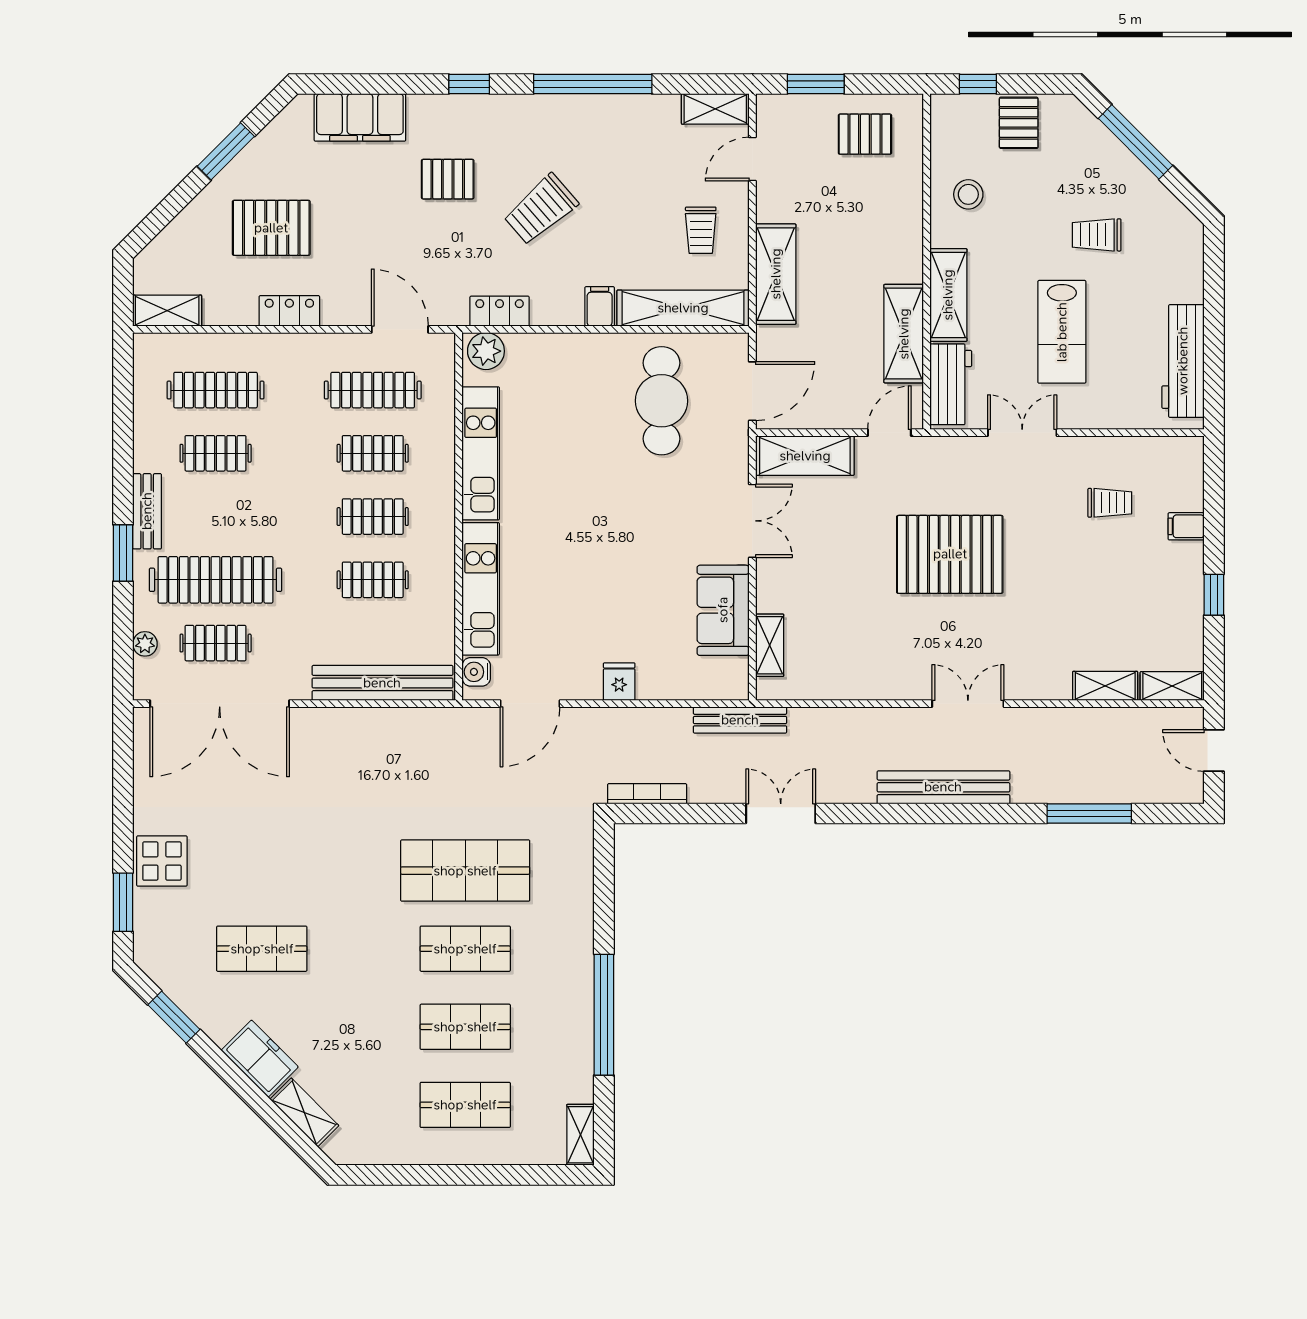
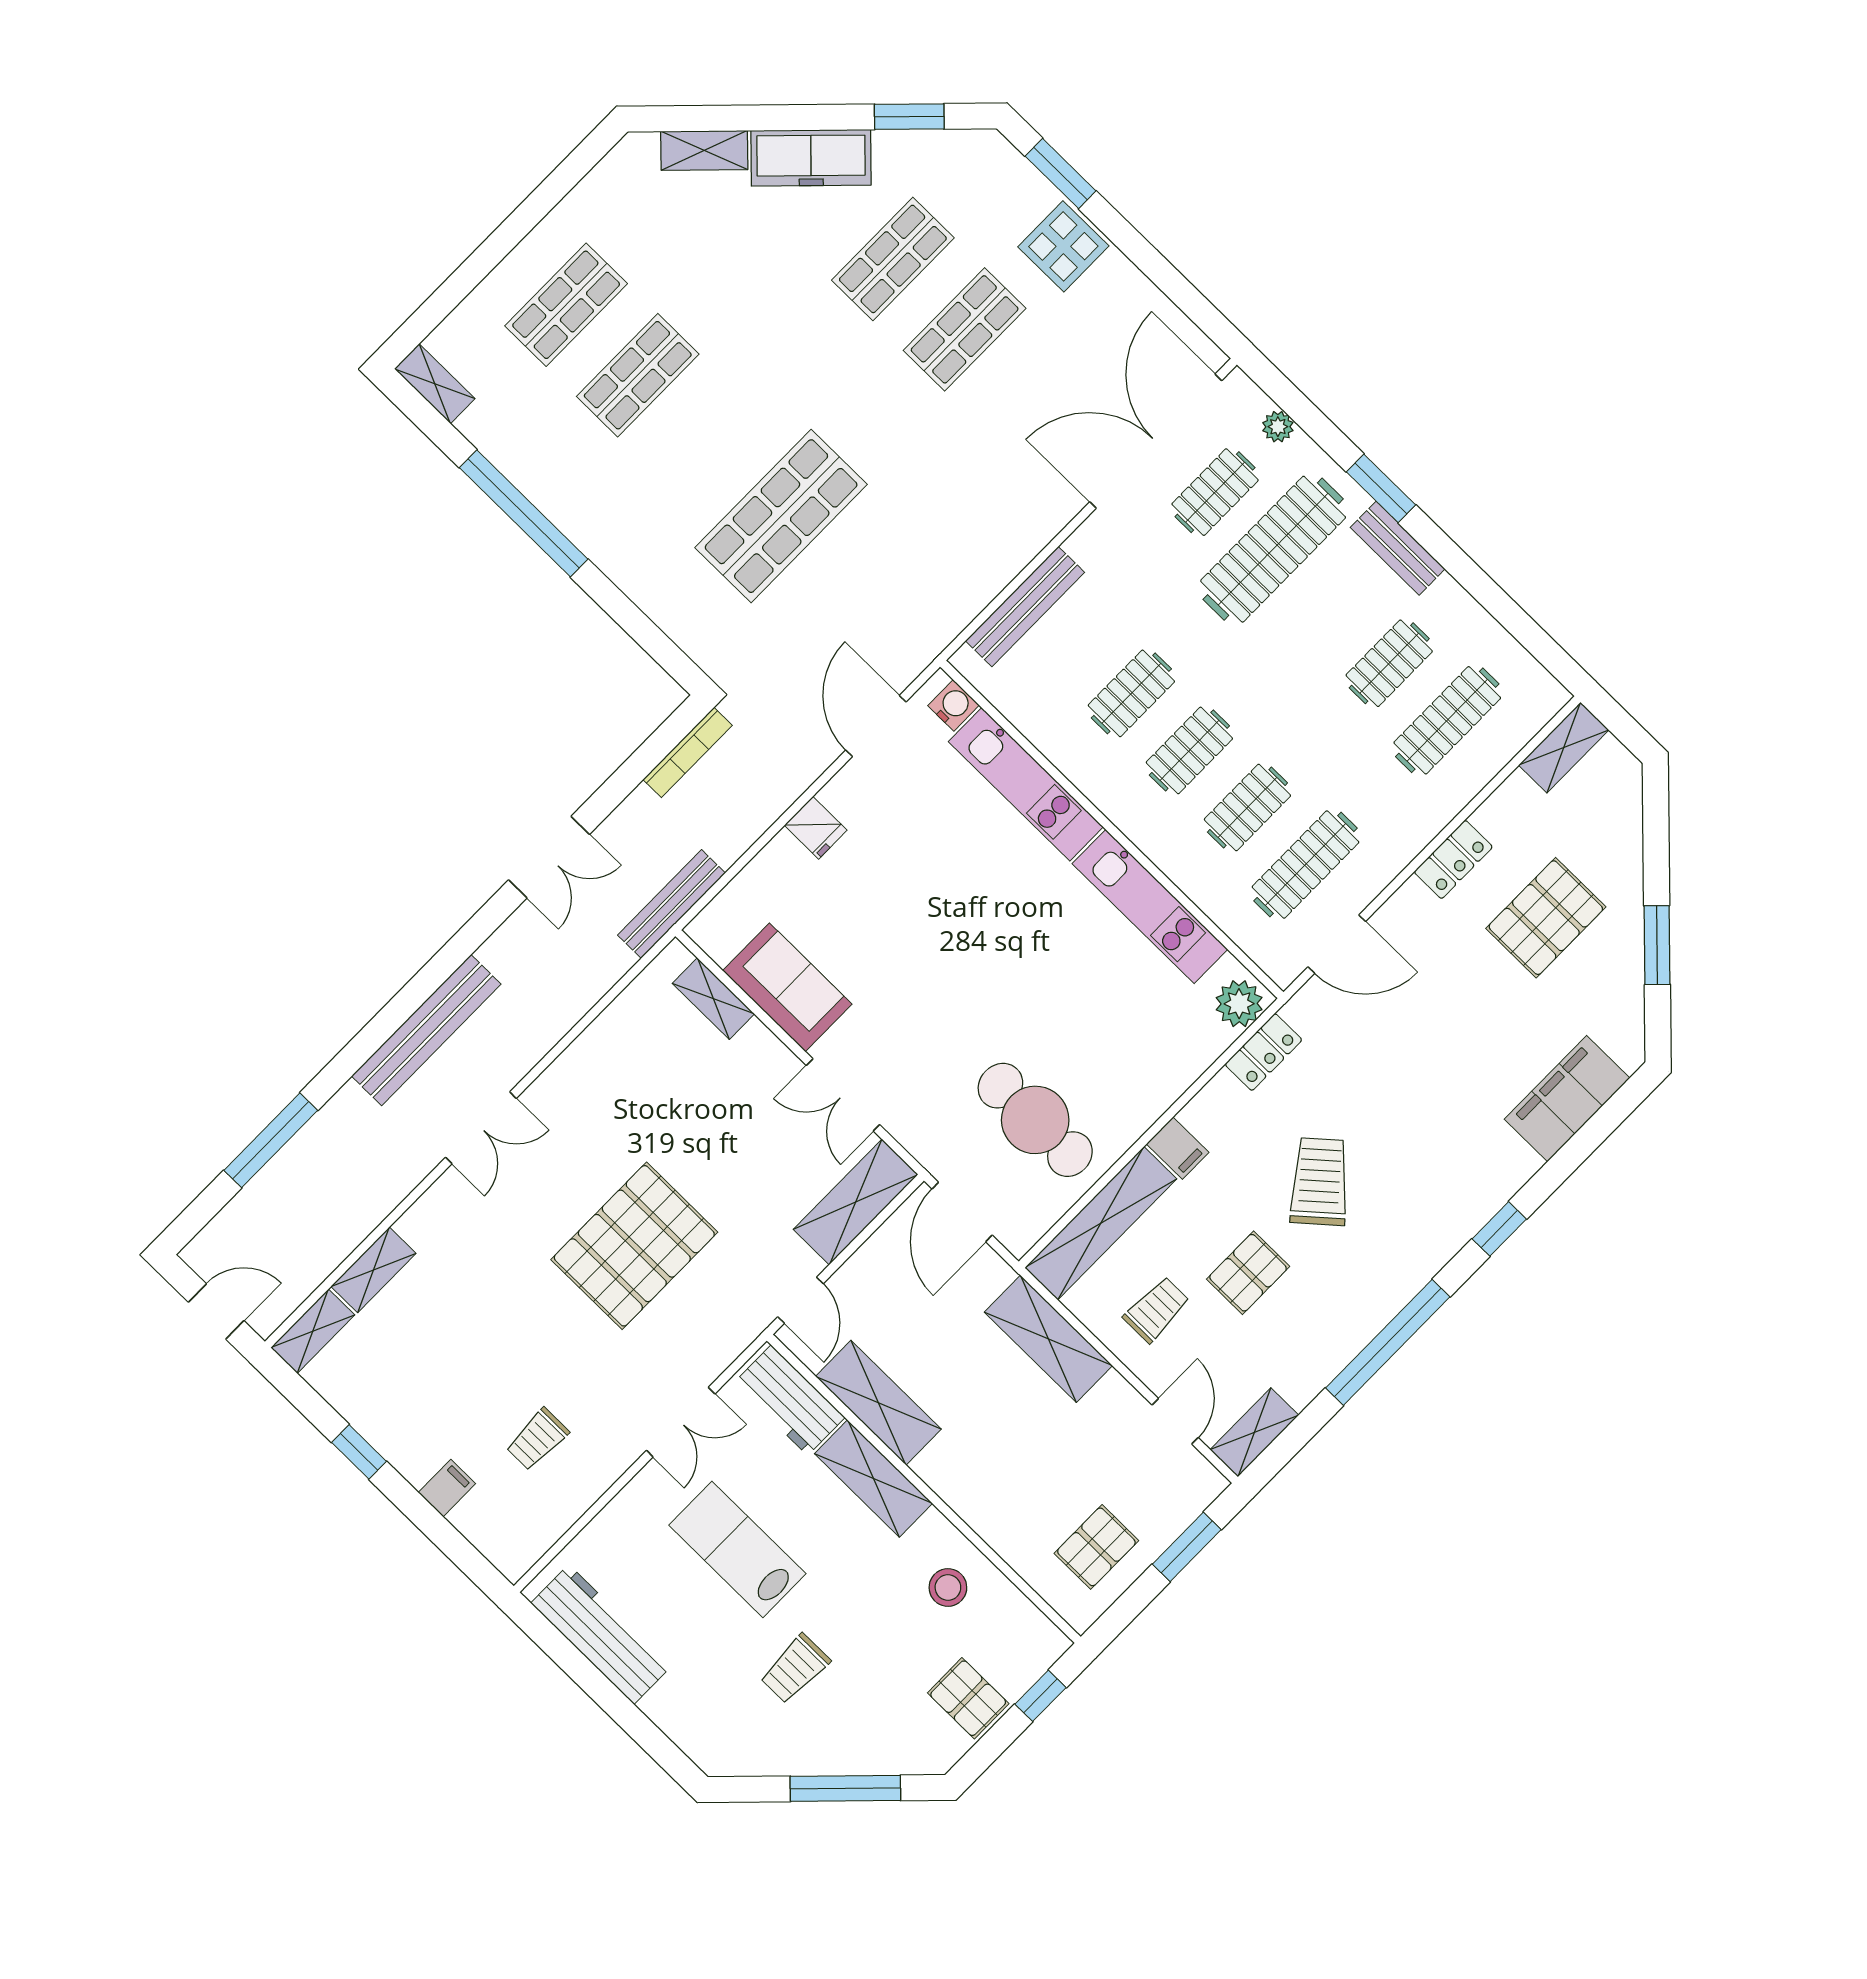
pallet: (448, 179) -> (1248, 1273), moved
trolley: (701, 230) -> (1156, 1310), turned 90
trolley: (1097, 235) -> (795, 1669), turned 180
bench: (382, 683) -> (1025, 607), width x0.73, depth x0.82
shop shelf: (465, 949) -> (965, 329), moved
freezer: (260, 1059) -> (811, 158), width x1.40

